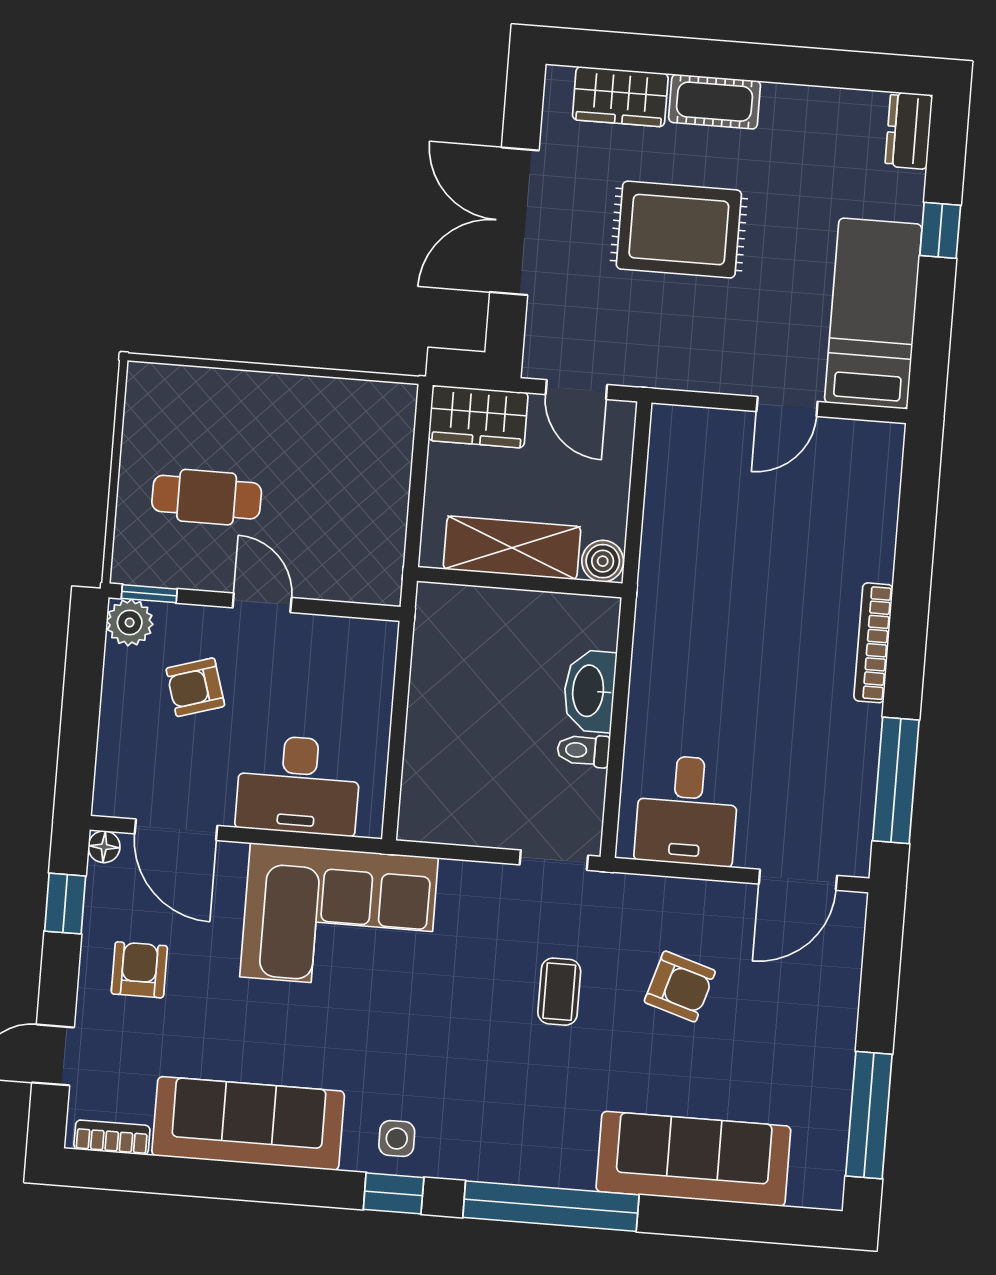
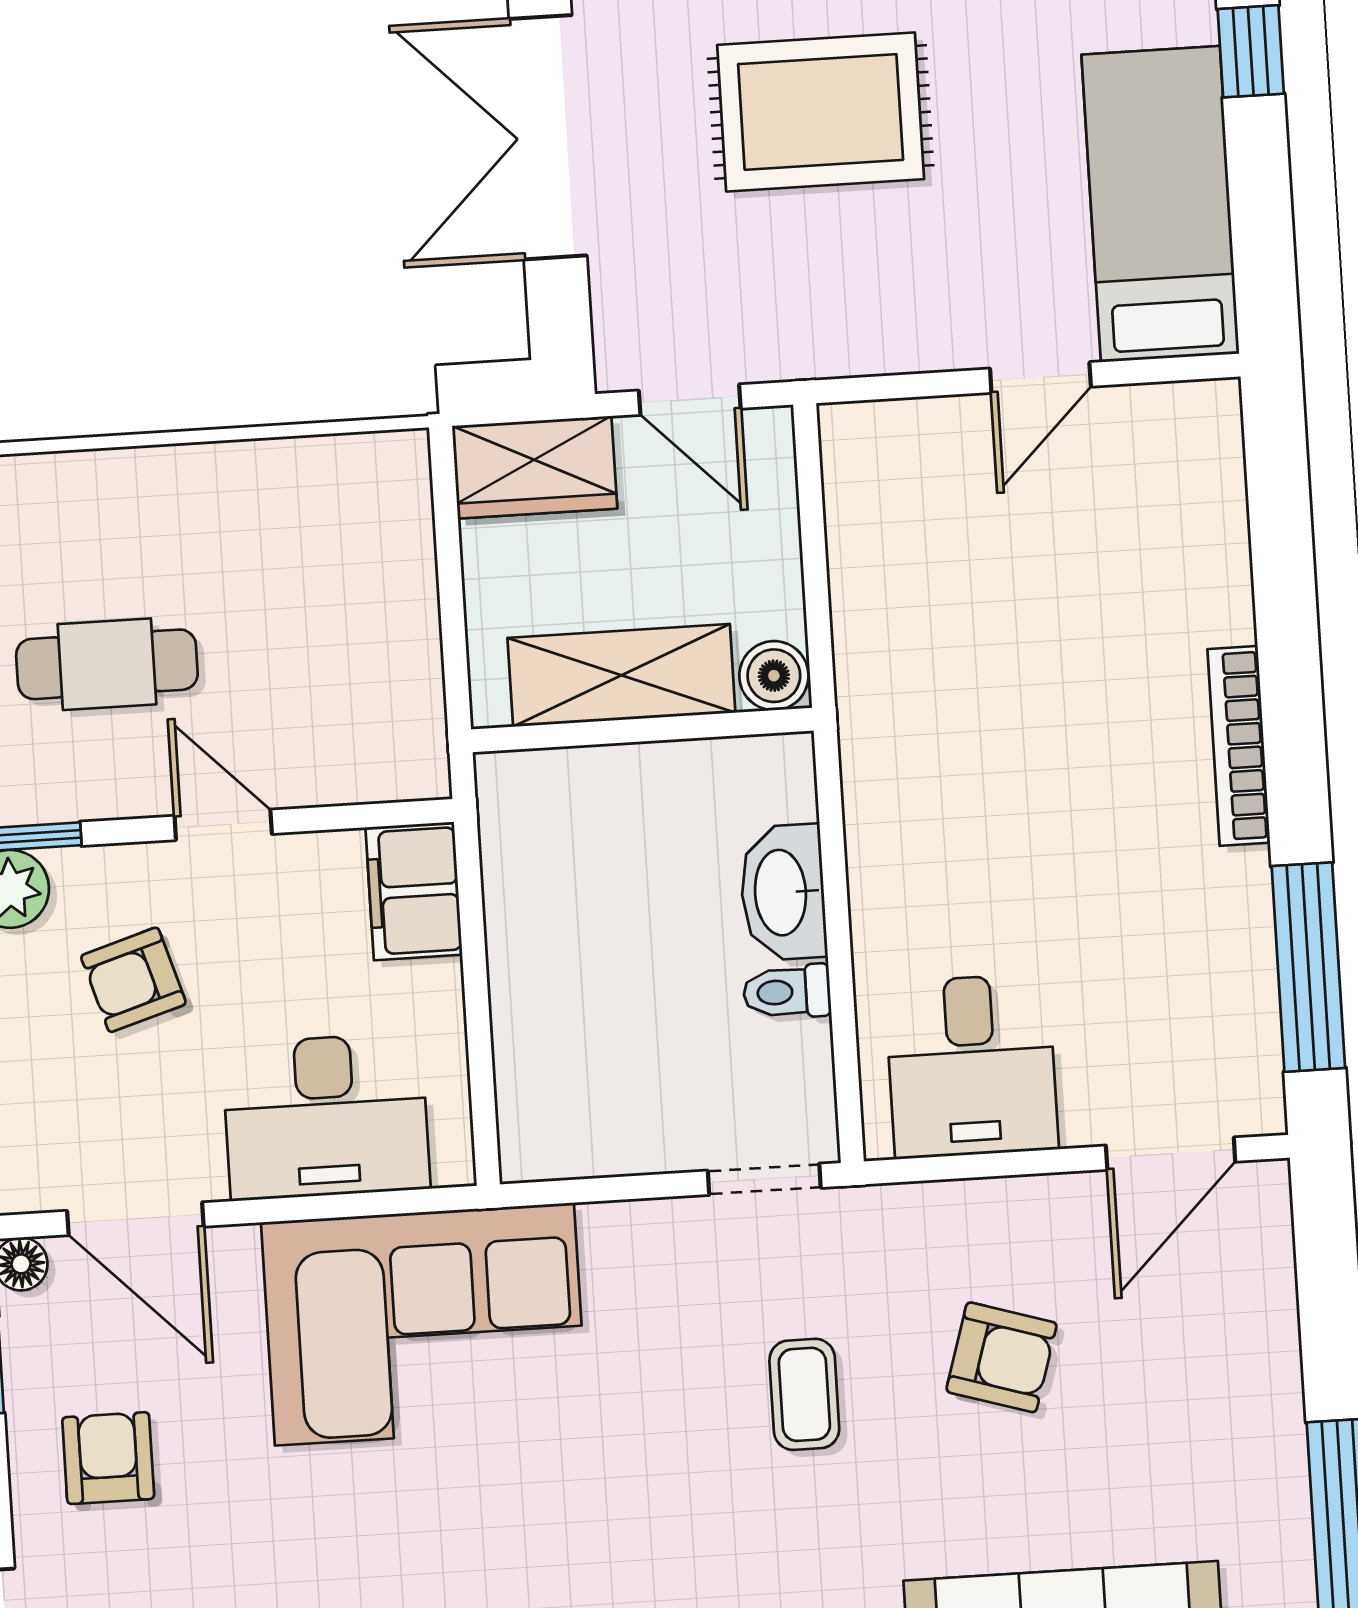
filing cabinet: (370, 658) -> (414, 891), added

